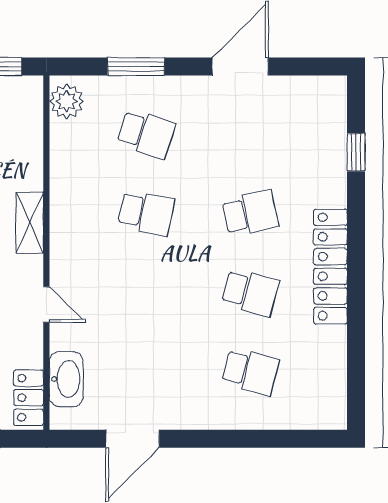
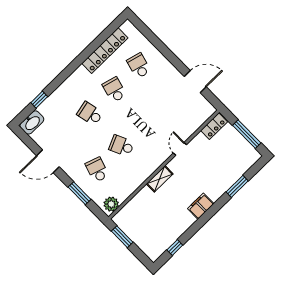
school desk: (146, 213) -> (121, 146), turned -36
locker: (330, 266) -> (105, 51), moved
washbasin: (66, 379) -> (32, 122), moved, turned 180

